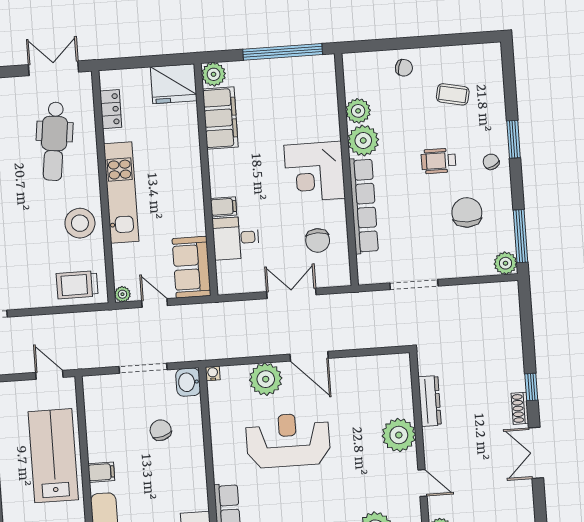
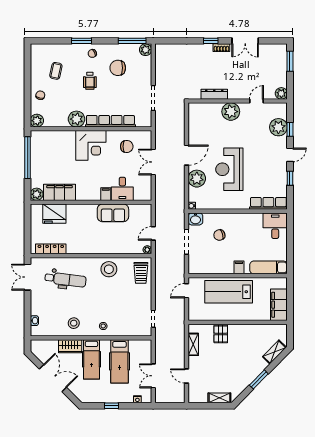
fridge: (174, 84) -> (54, 214), moved, turned 90
locker: (111, 109) -> (51, 249), width x1.53
plant: (358, 111) -> (37, 121), moved
kitchen unit: (121, 192) -> (94, 247), removed
sofa: (192, 267) -> (113, 213), moved

